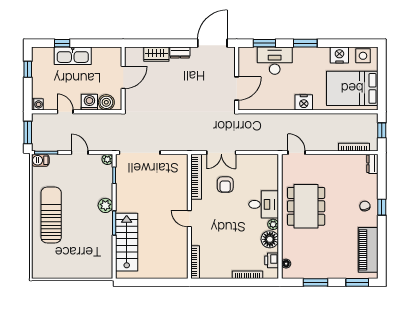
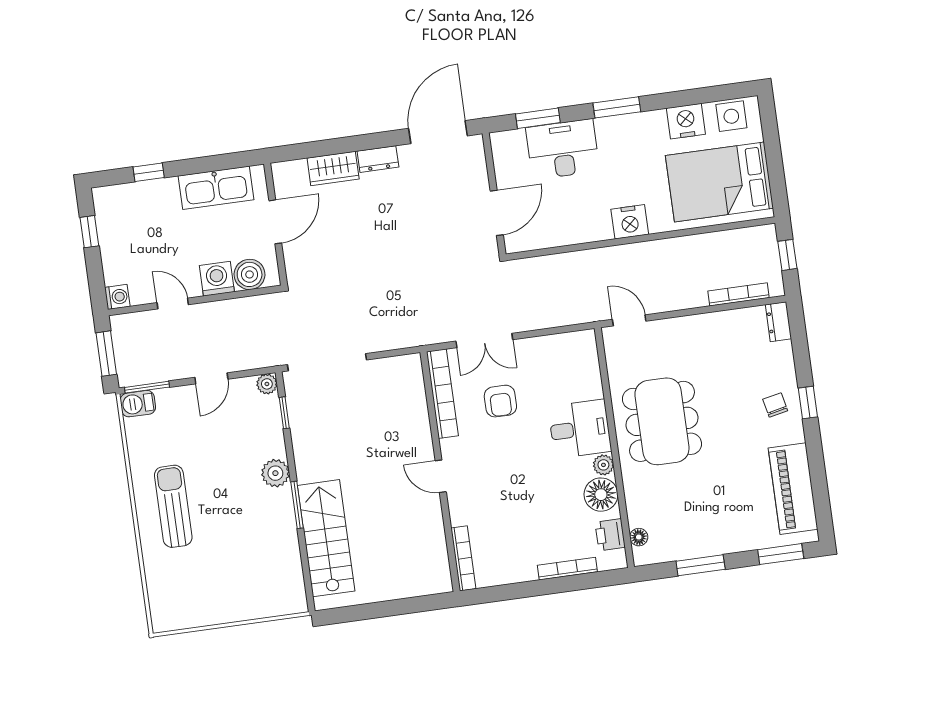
kitchen sink: (73, 56) -> (216, 188), moved
door: (80, 153) -> (211, 378), swing flipped
sun lounger: (51, 215) -> (173, 506), width x0.73, depth x0.75

